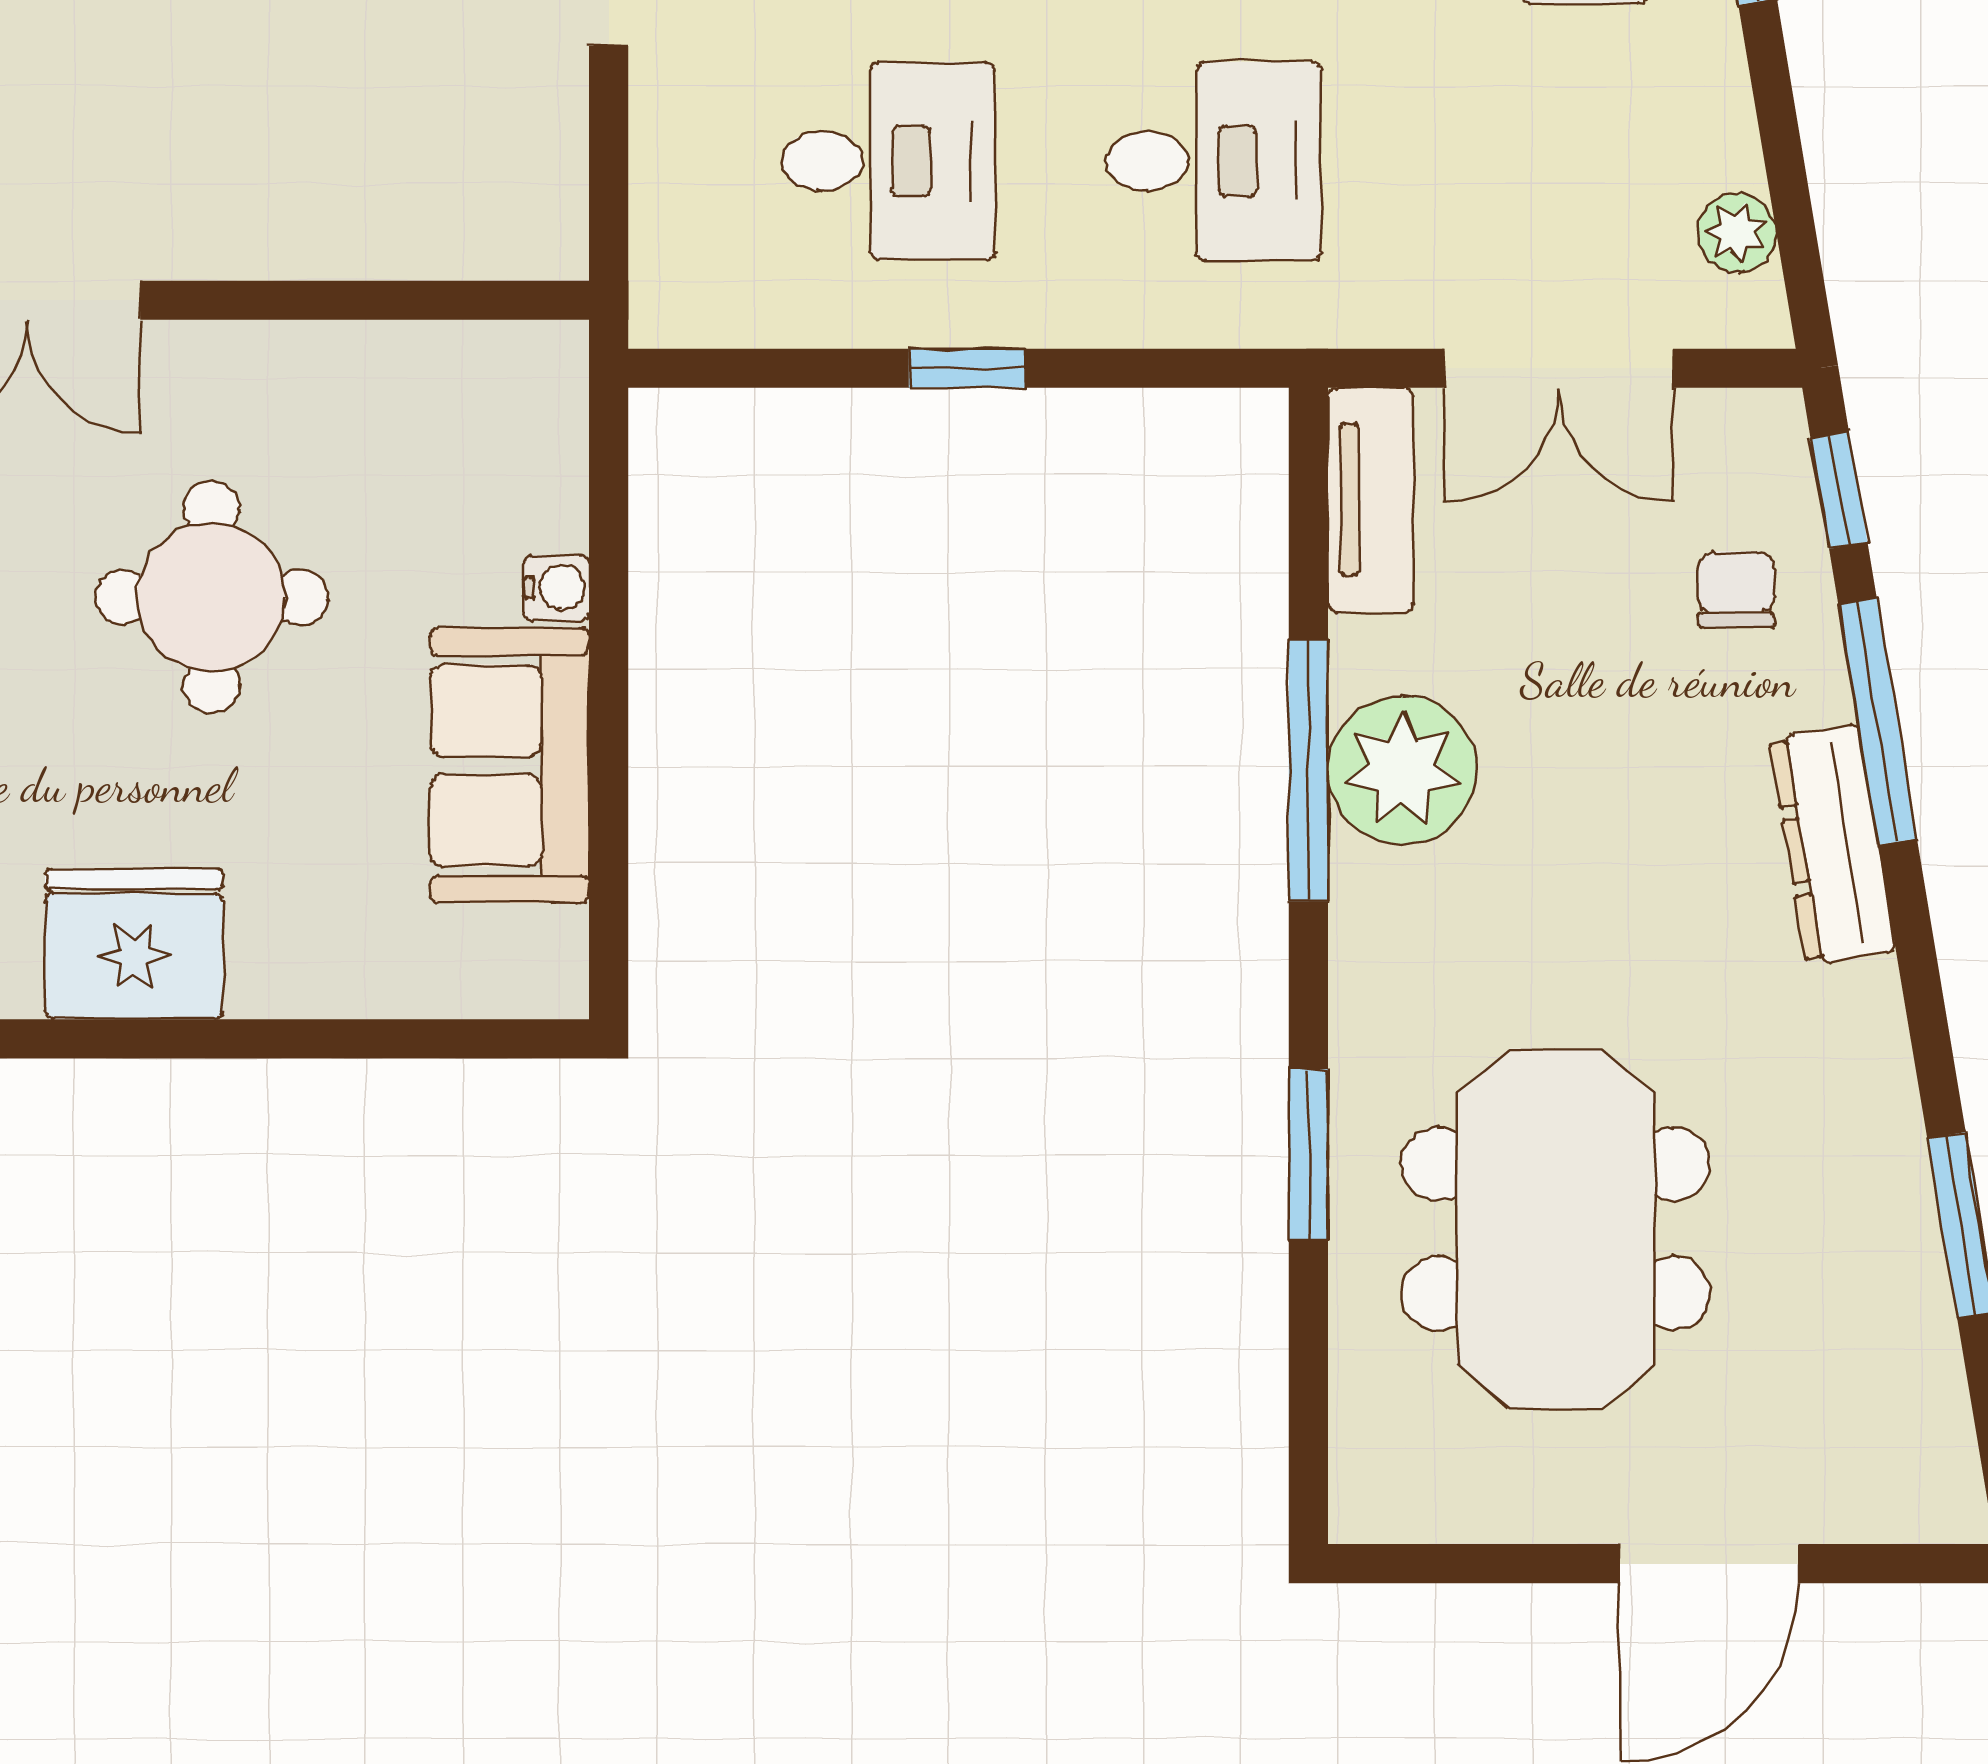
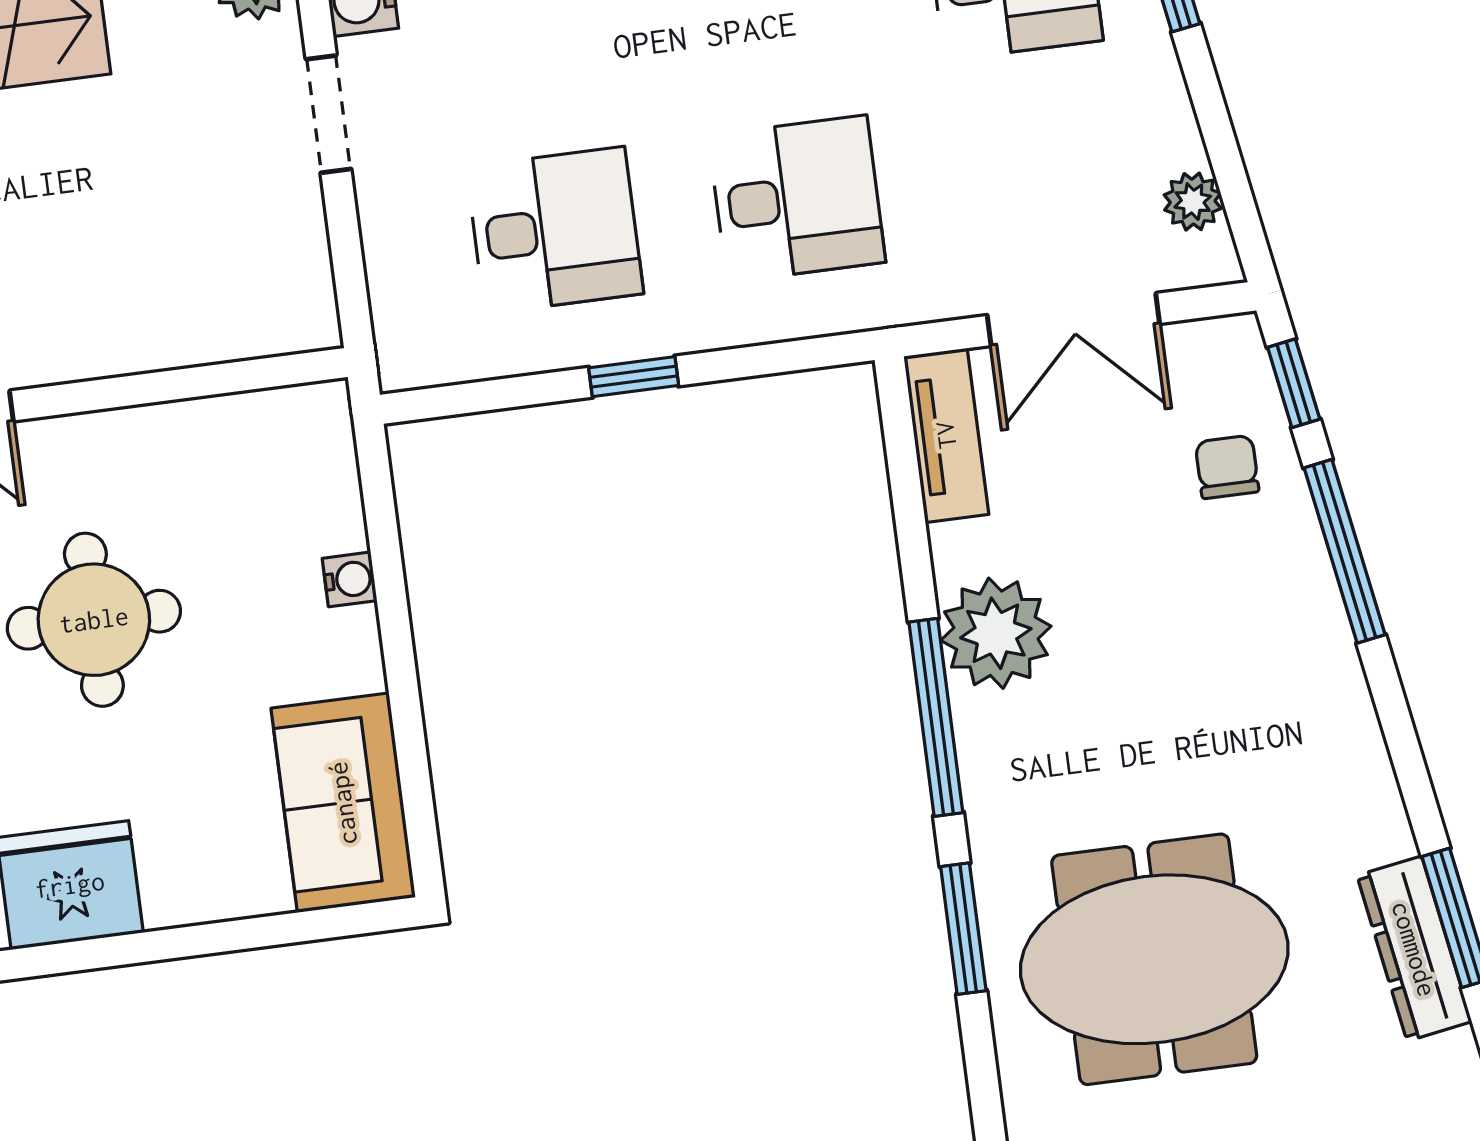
sofa: (510, 766) -> (343, 803), moved
window: (1308, 771) -> (936, 717), moved
dresser: (1832, 845) -> (1414, 949), moved
meeting table: (1556, 1228) -> (1154, 959), turned 90

